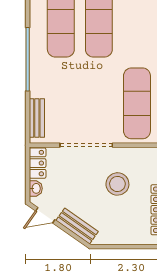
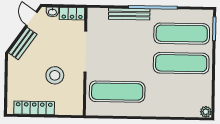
bench: (37, 118) -> (129, 14), moved, width x1.36

